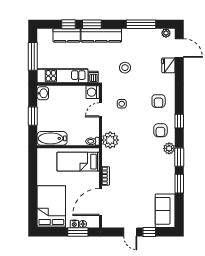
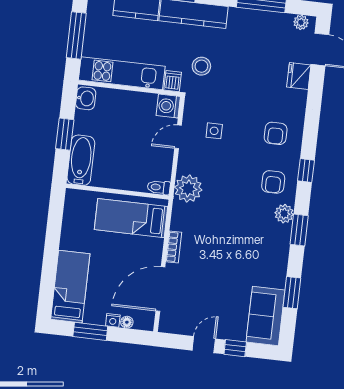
stool: (125, 68) -> (201, 66), moved
bathtub: (52, 138) -> (81, 160), moved, turned 90
window: (179, 184) -> (292, 293), moved
bed: (51, 207) -> (70, 287), width x0.67
window: (78, 232) -> (90, 331), moved
door: (130, 232) -> (204, 345), swing flipped

